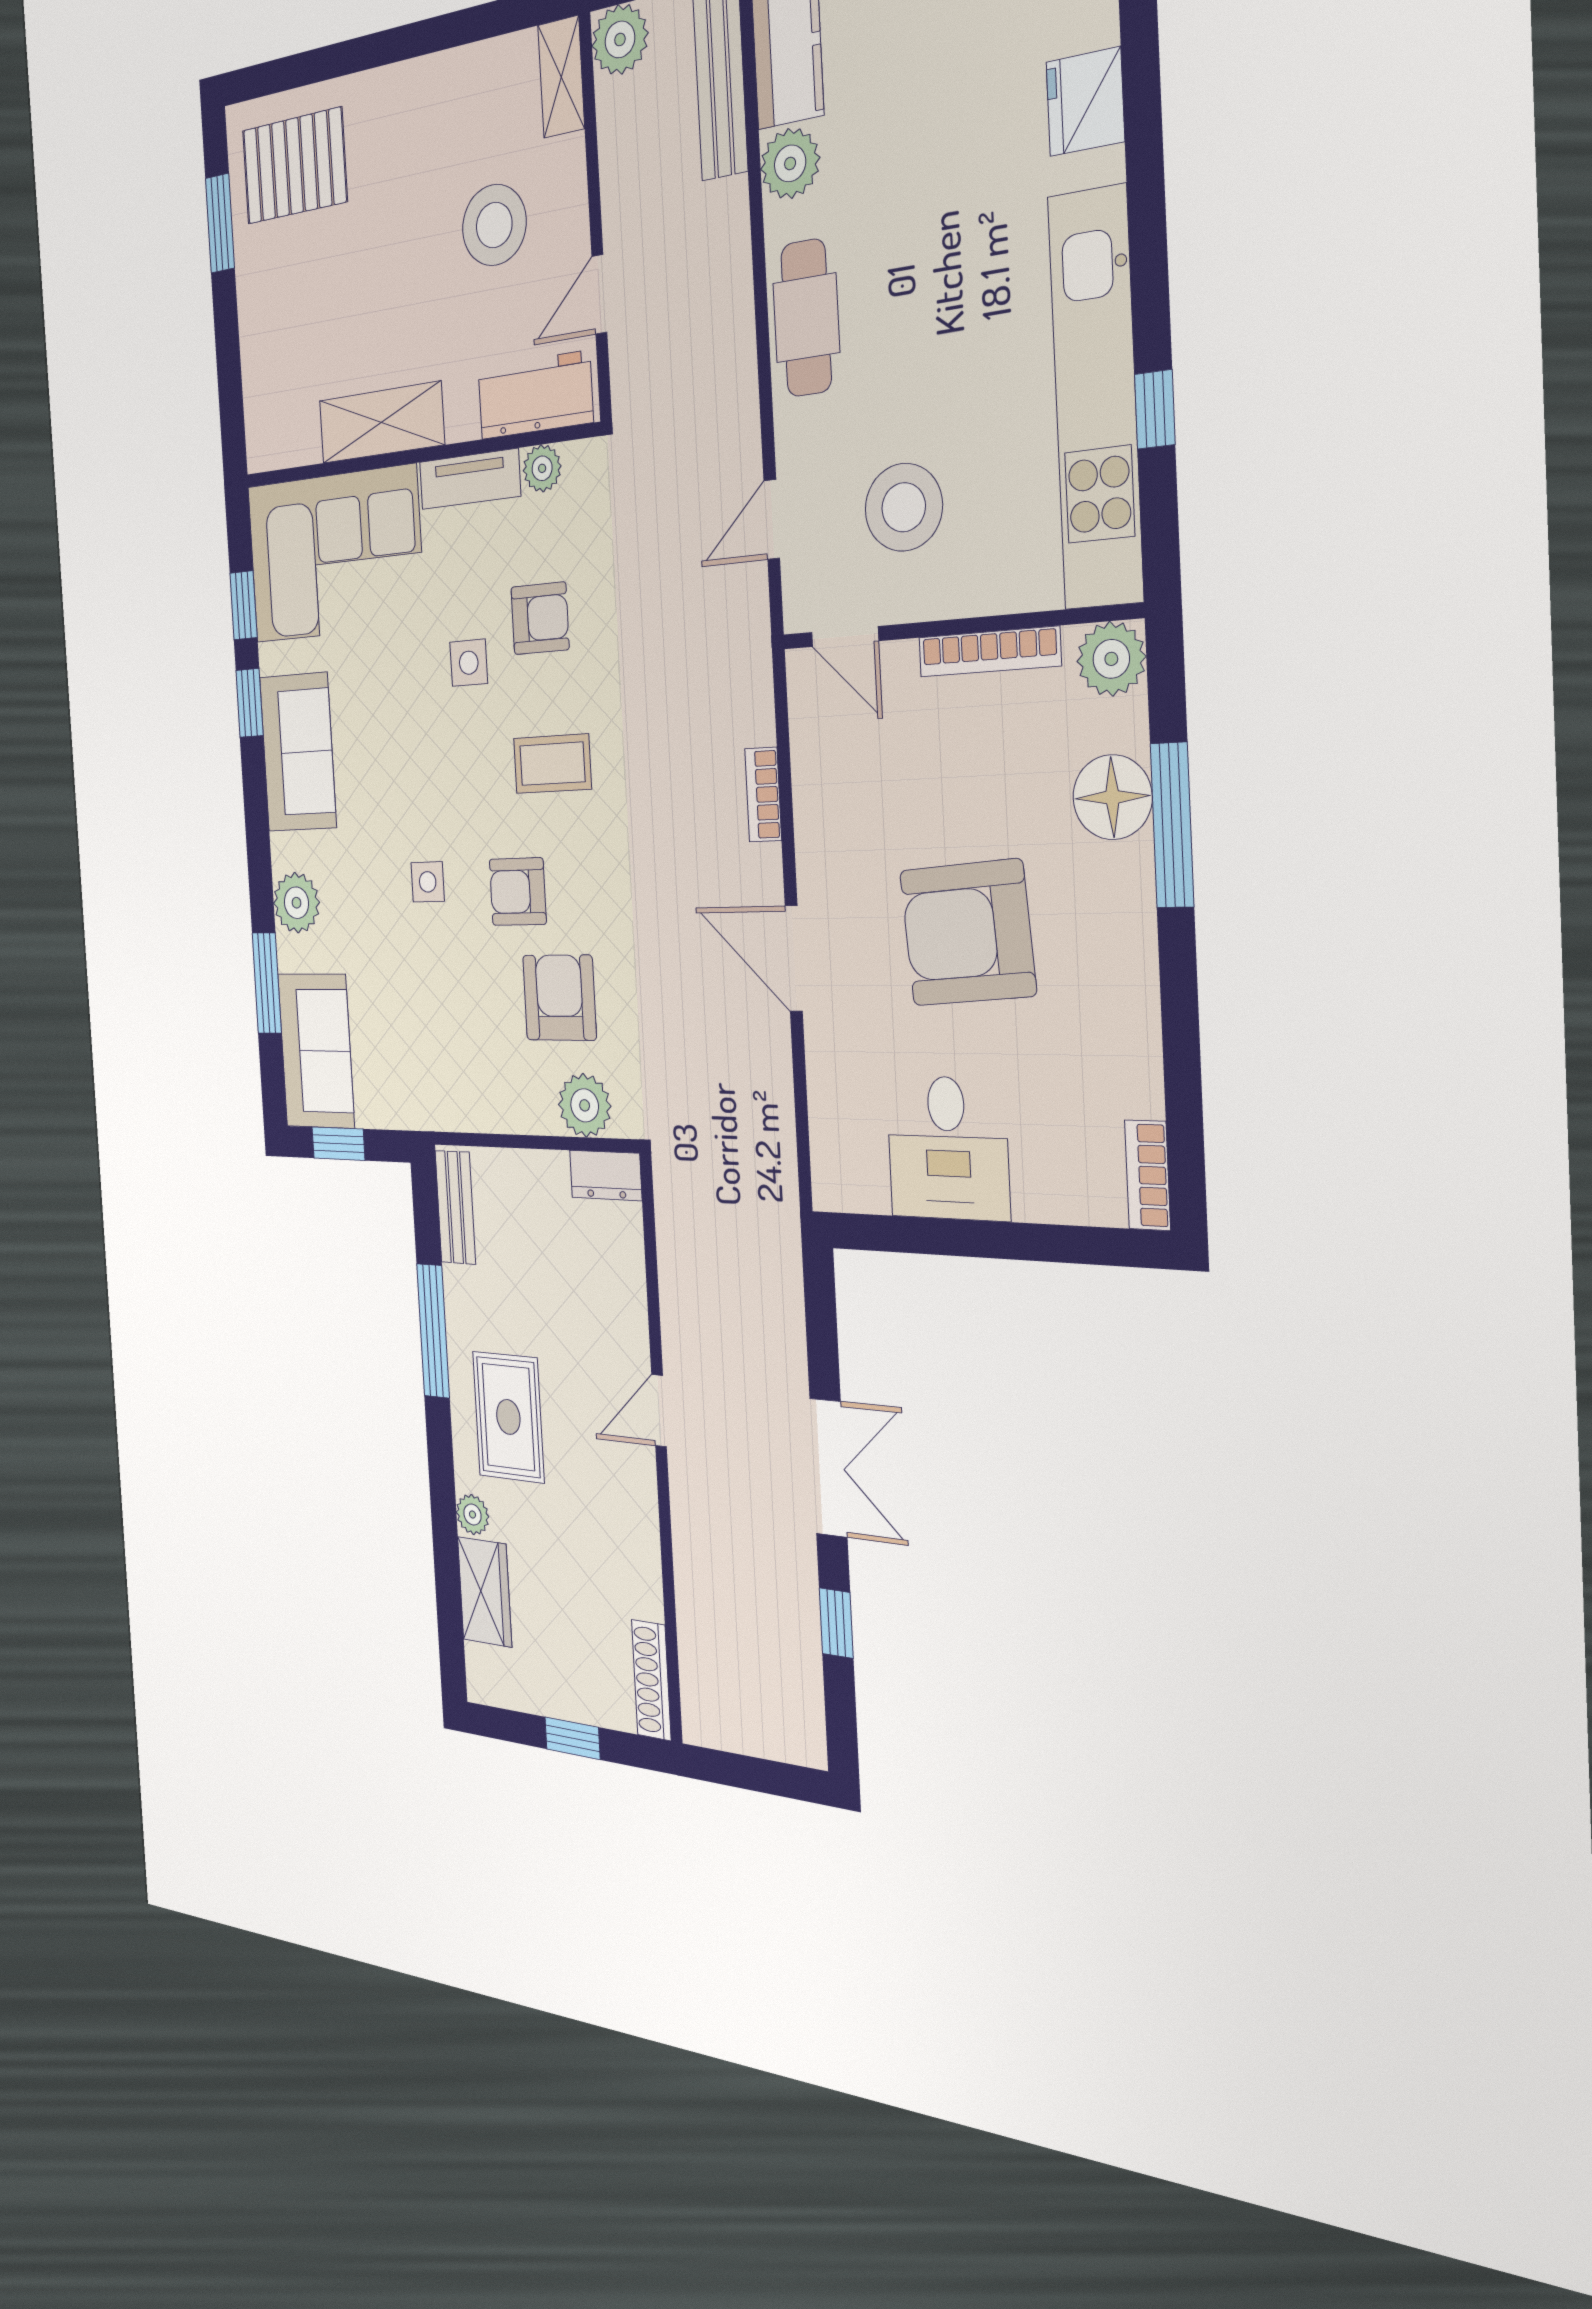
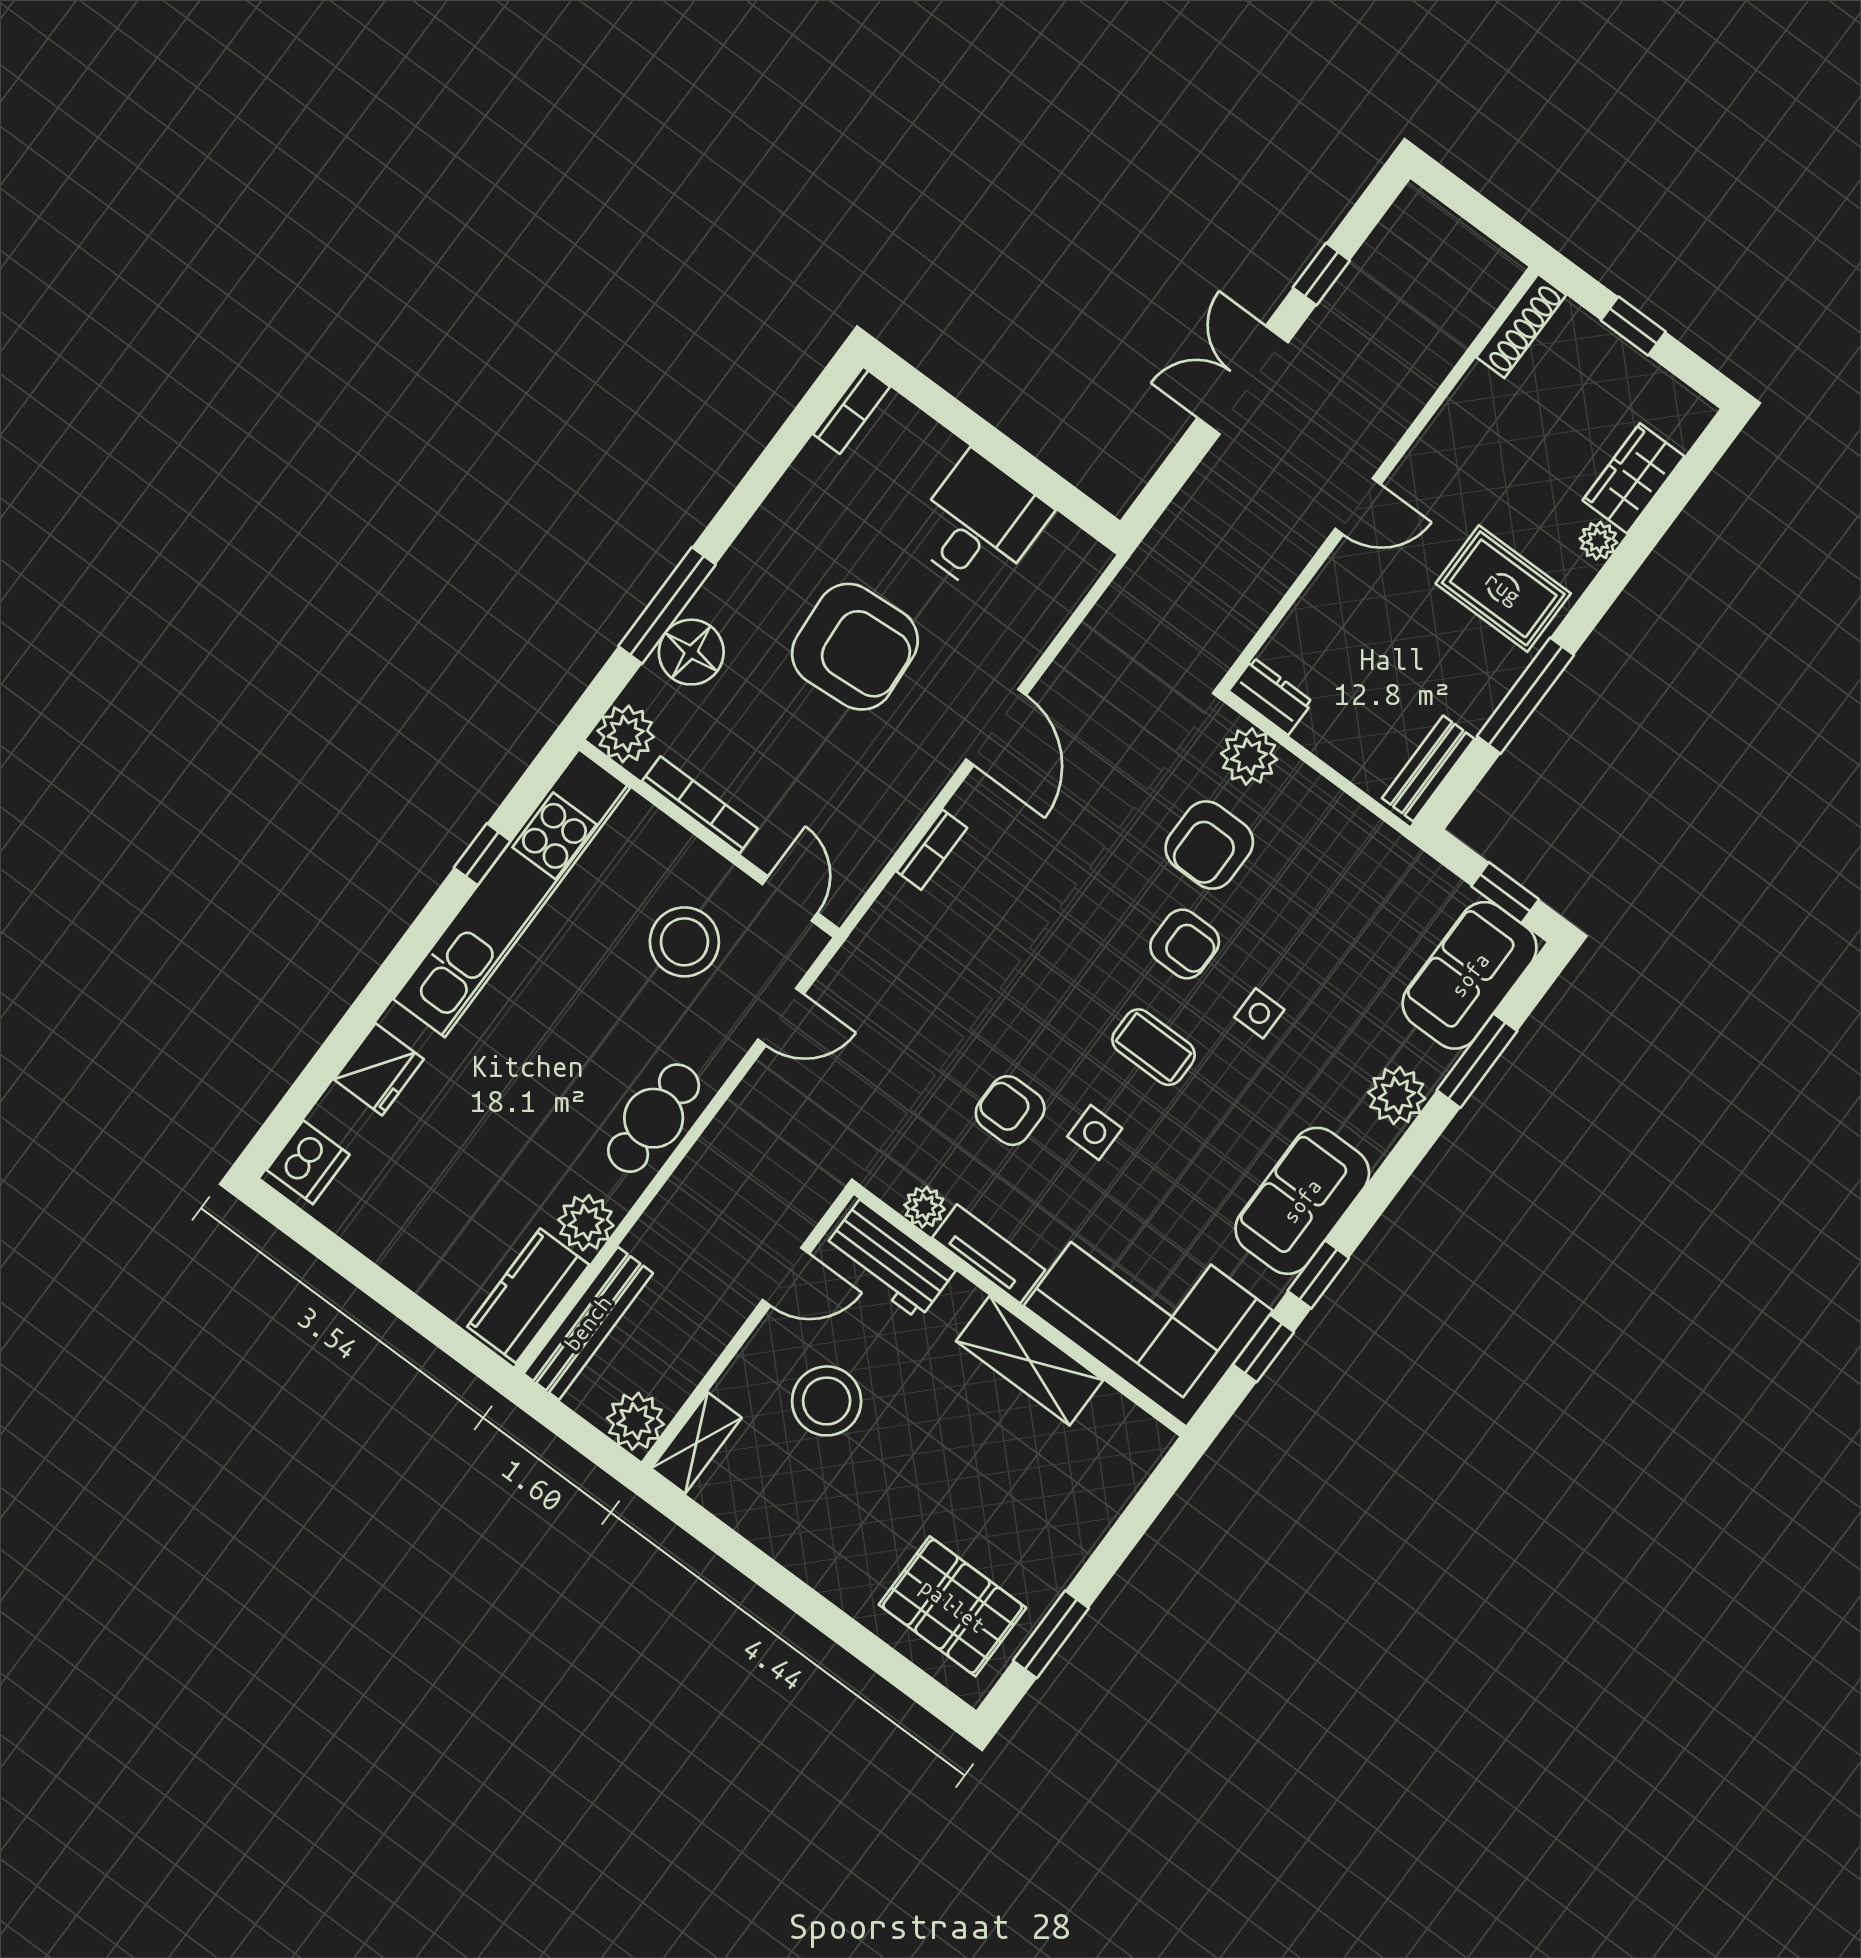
coffee table: (552, 764) -> (1154, 1047), moved
rug: (508, 1417) -> (1503, 588), turned 90

